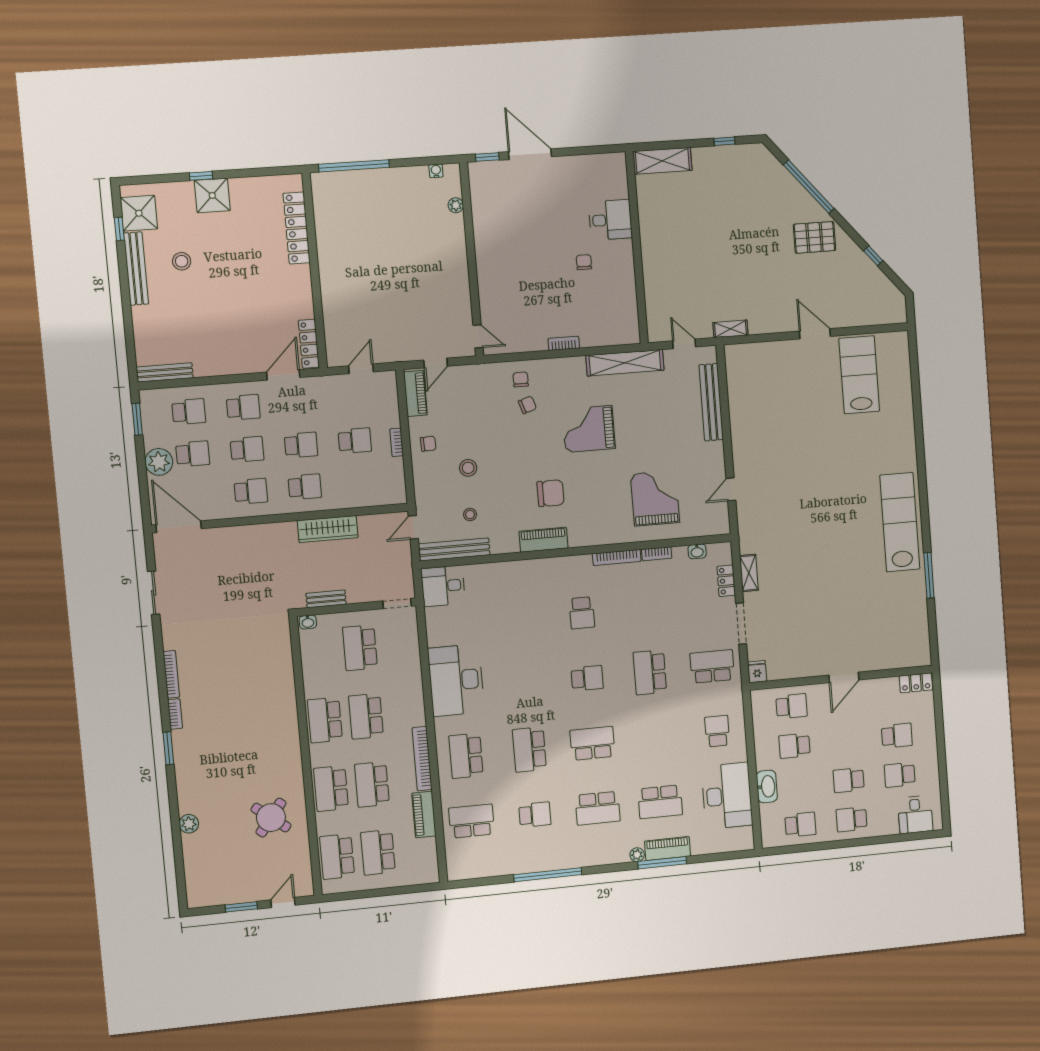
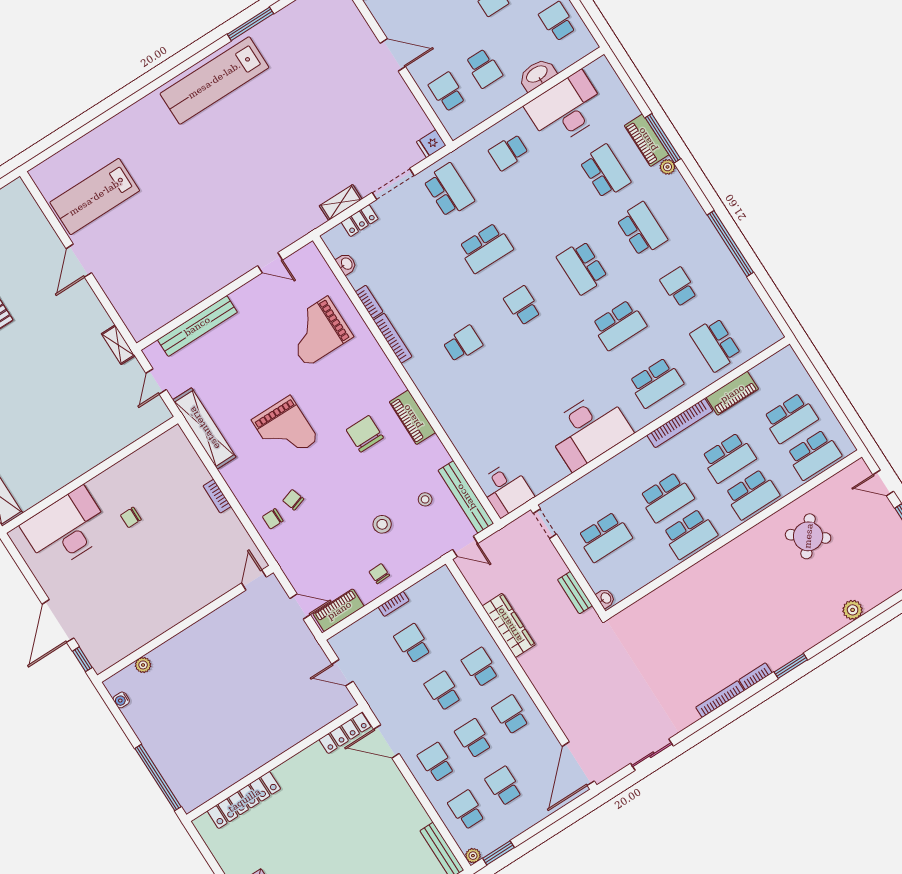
desk: (610, 220) -> (66, 529), width x1.87, depth x1.30
plant: (159, 462) -> (473, 856), moved, width x0.53, depth x0.53
school desk: (712, 666) -> (449, 190), turned 180

